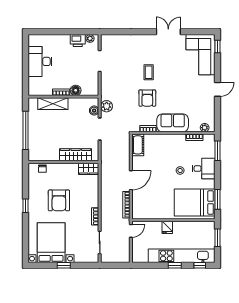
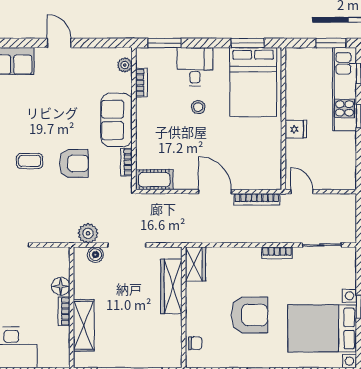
window: (217, 238) -> (331, 43), moved
kitchen unit: (182, 256) -> (345, 89), width x0.73

